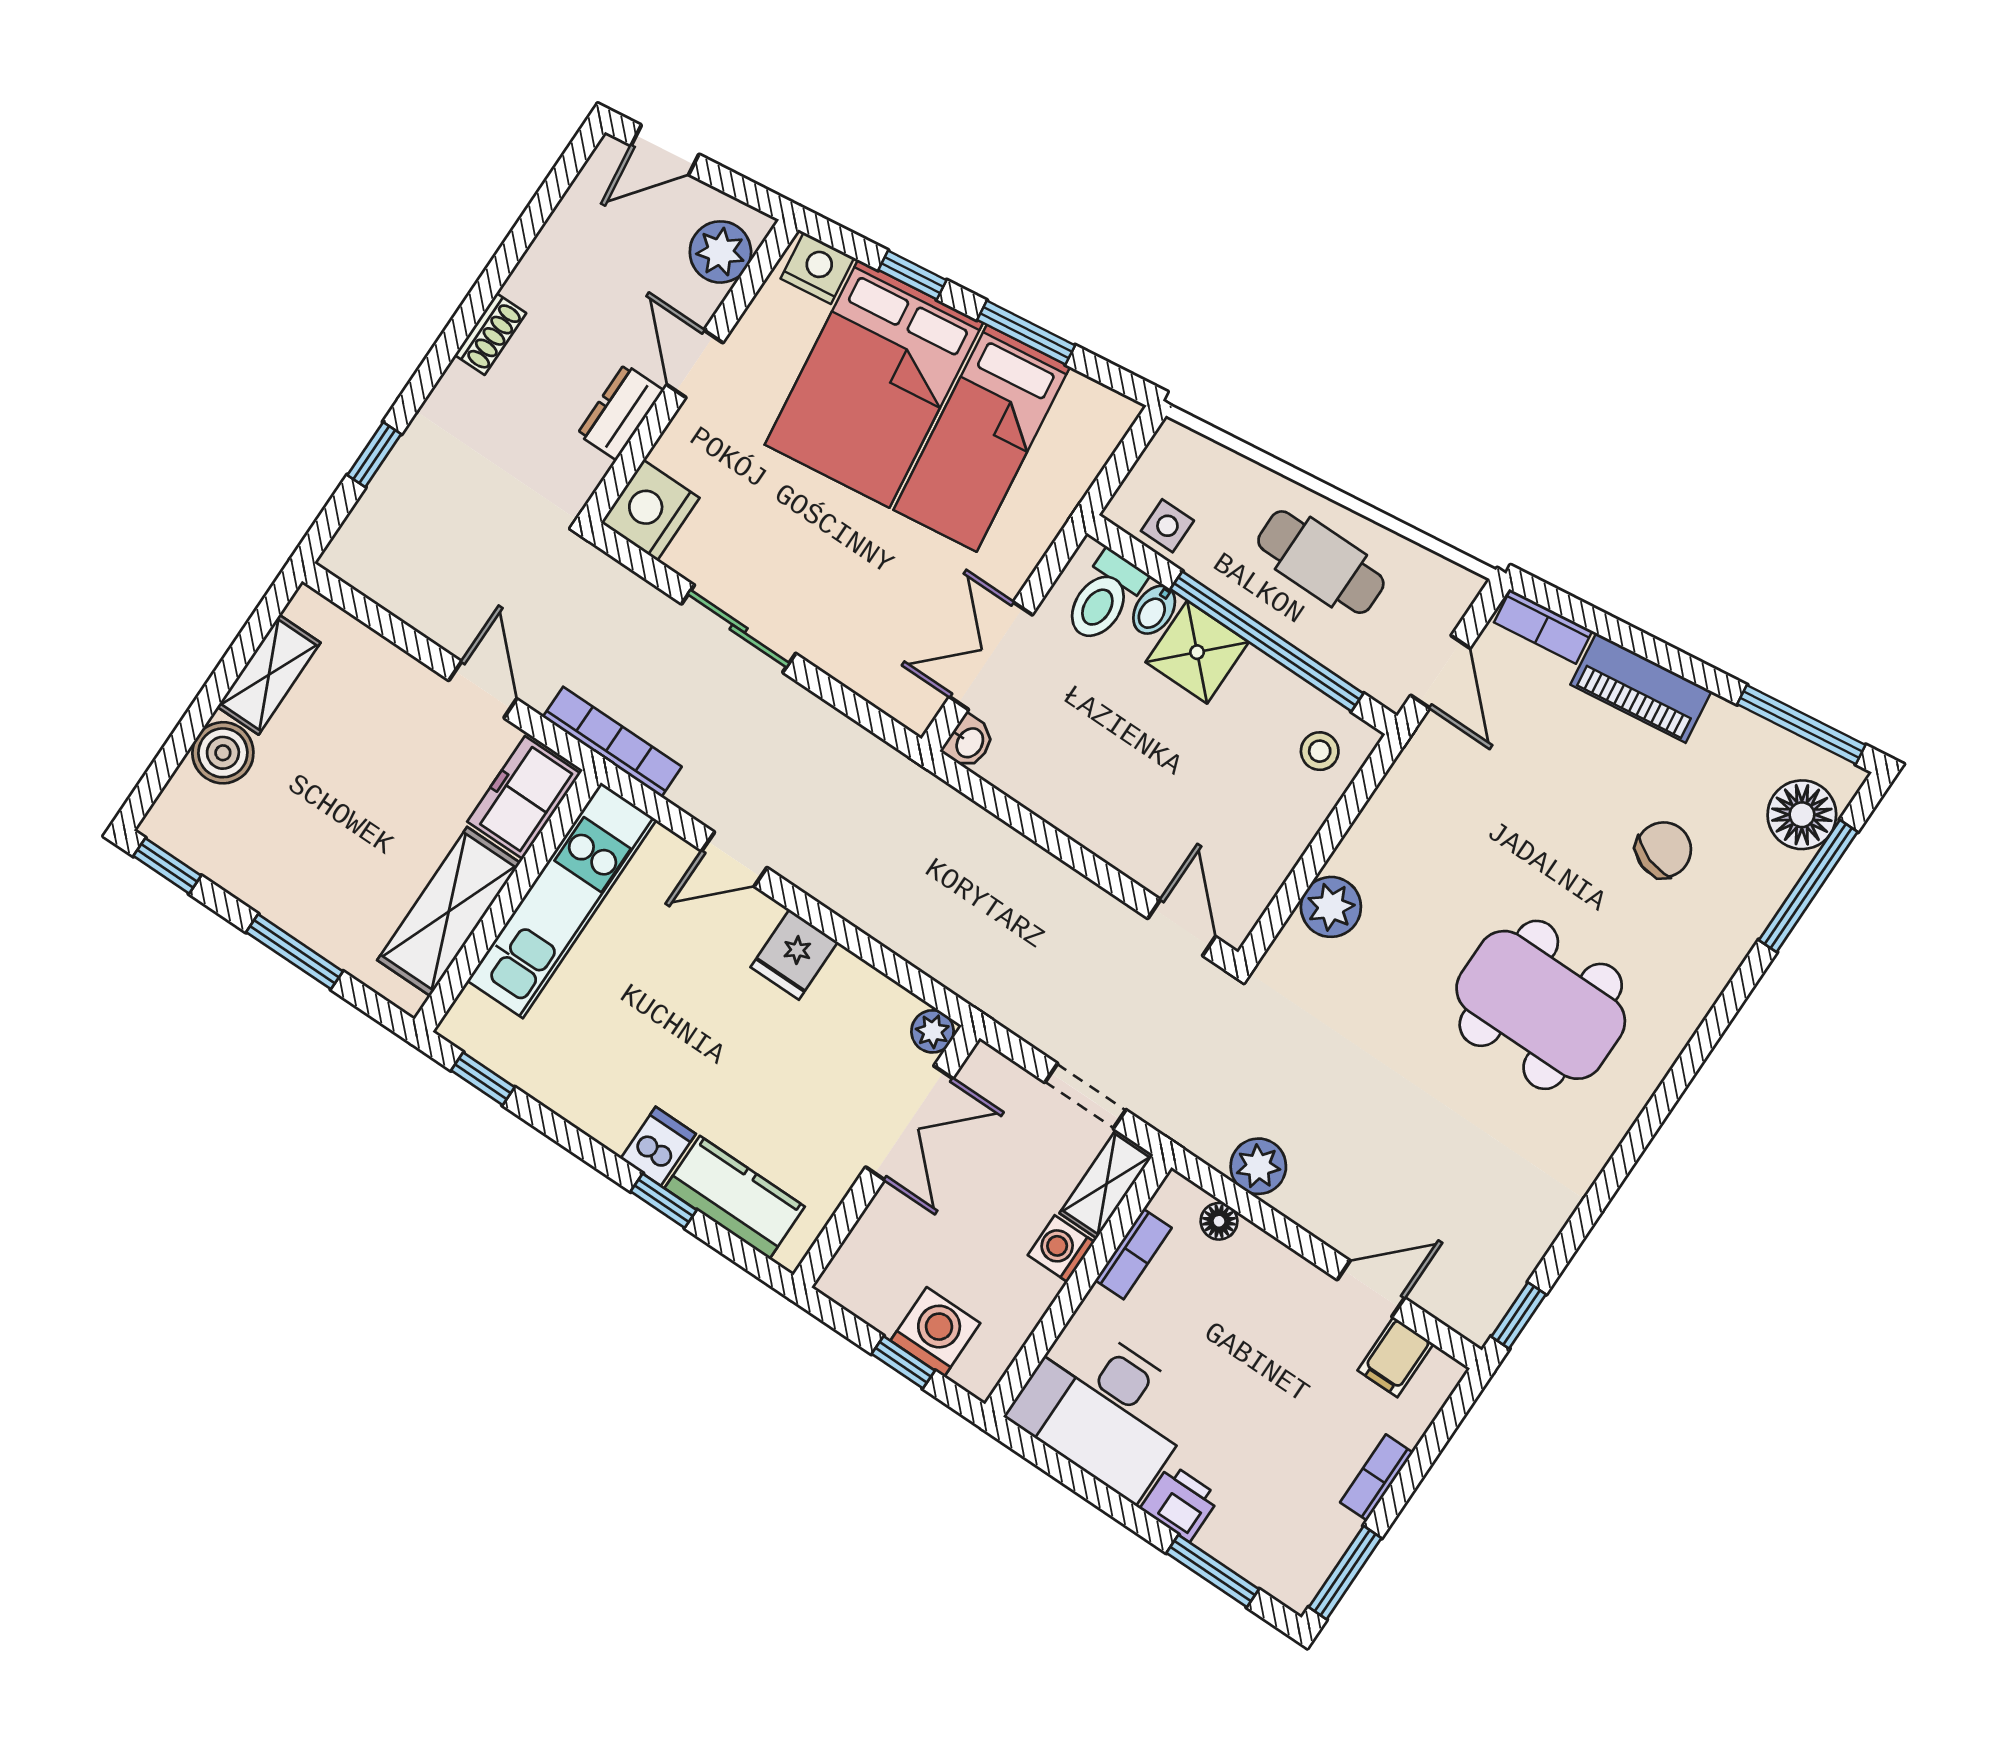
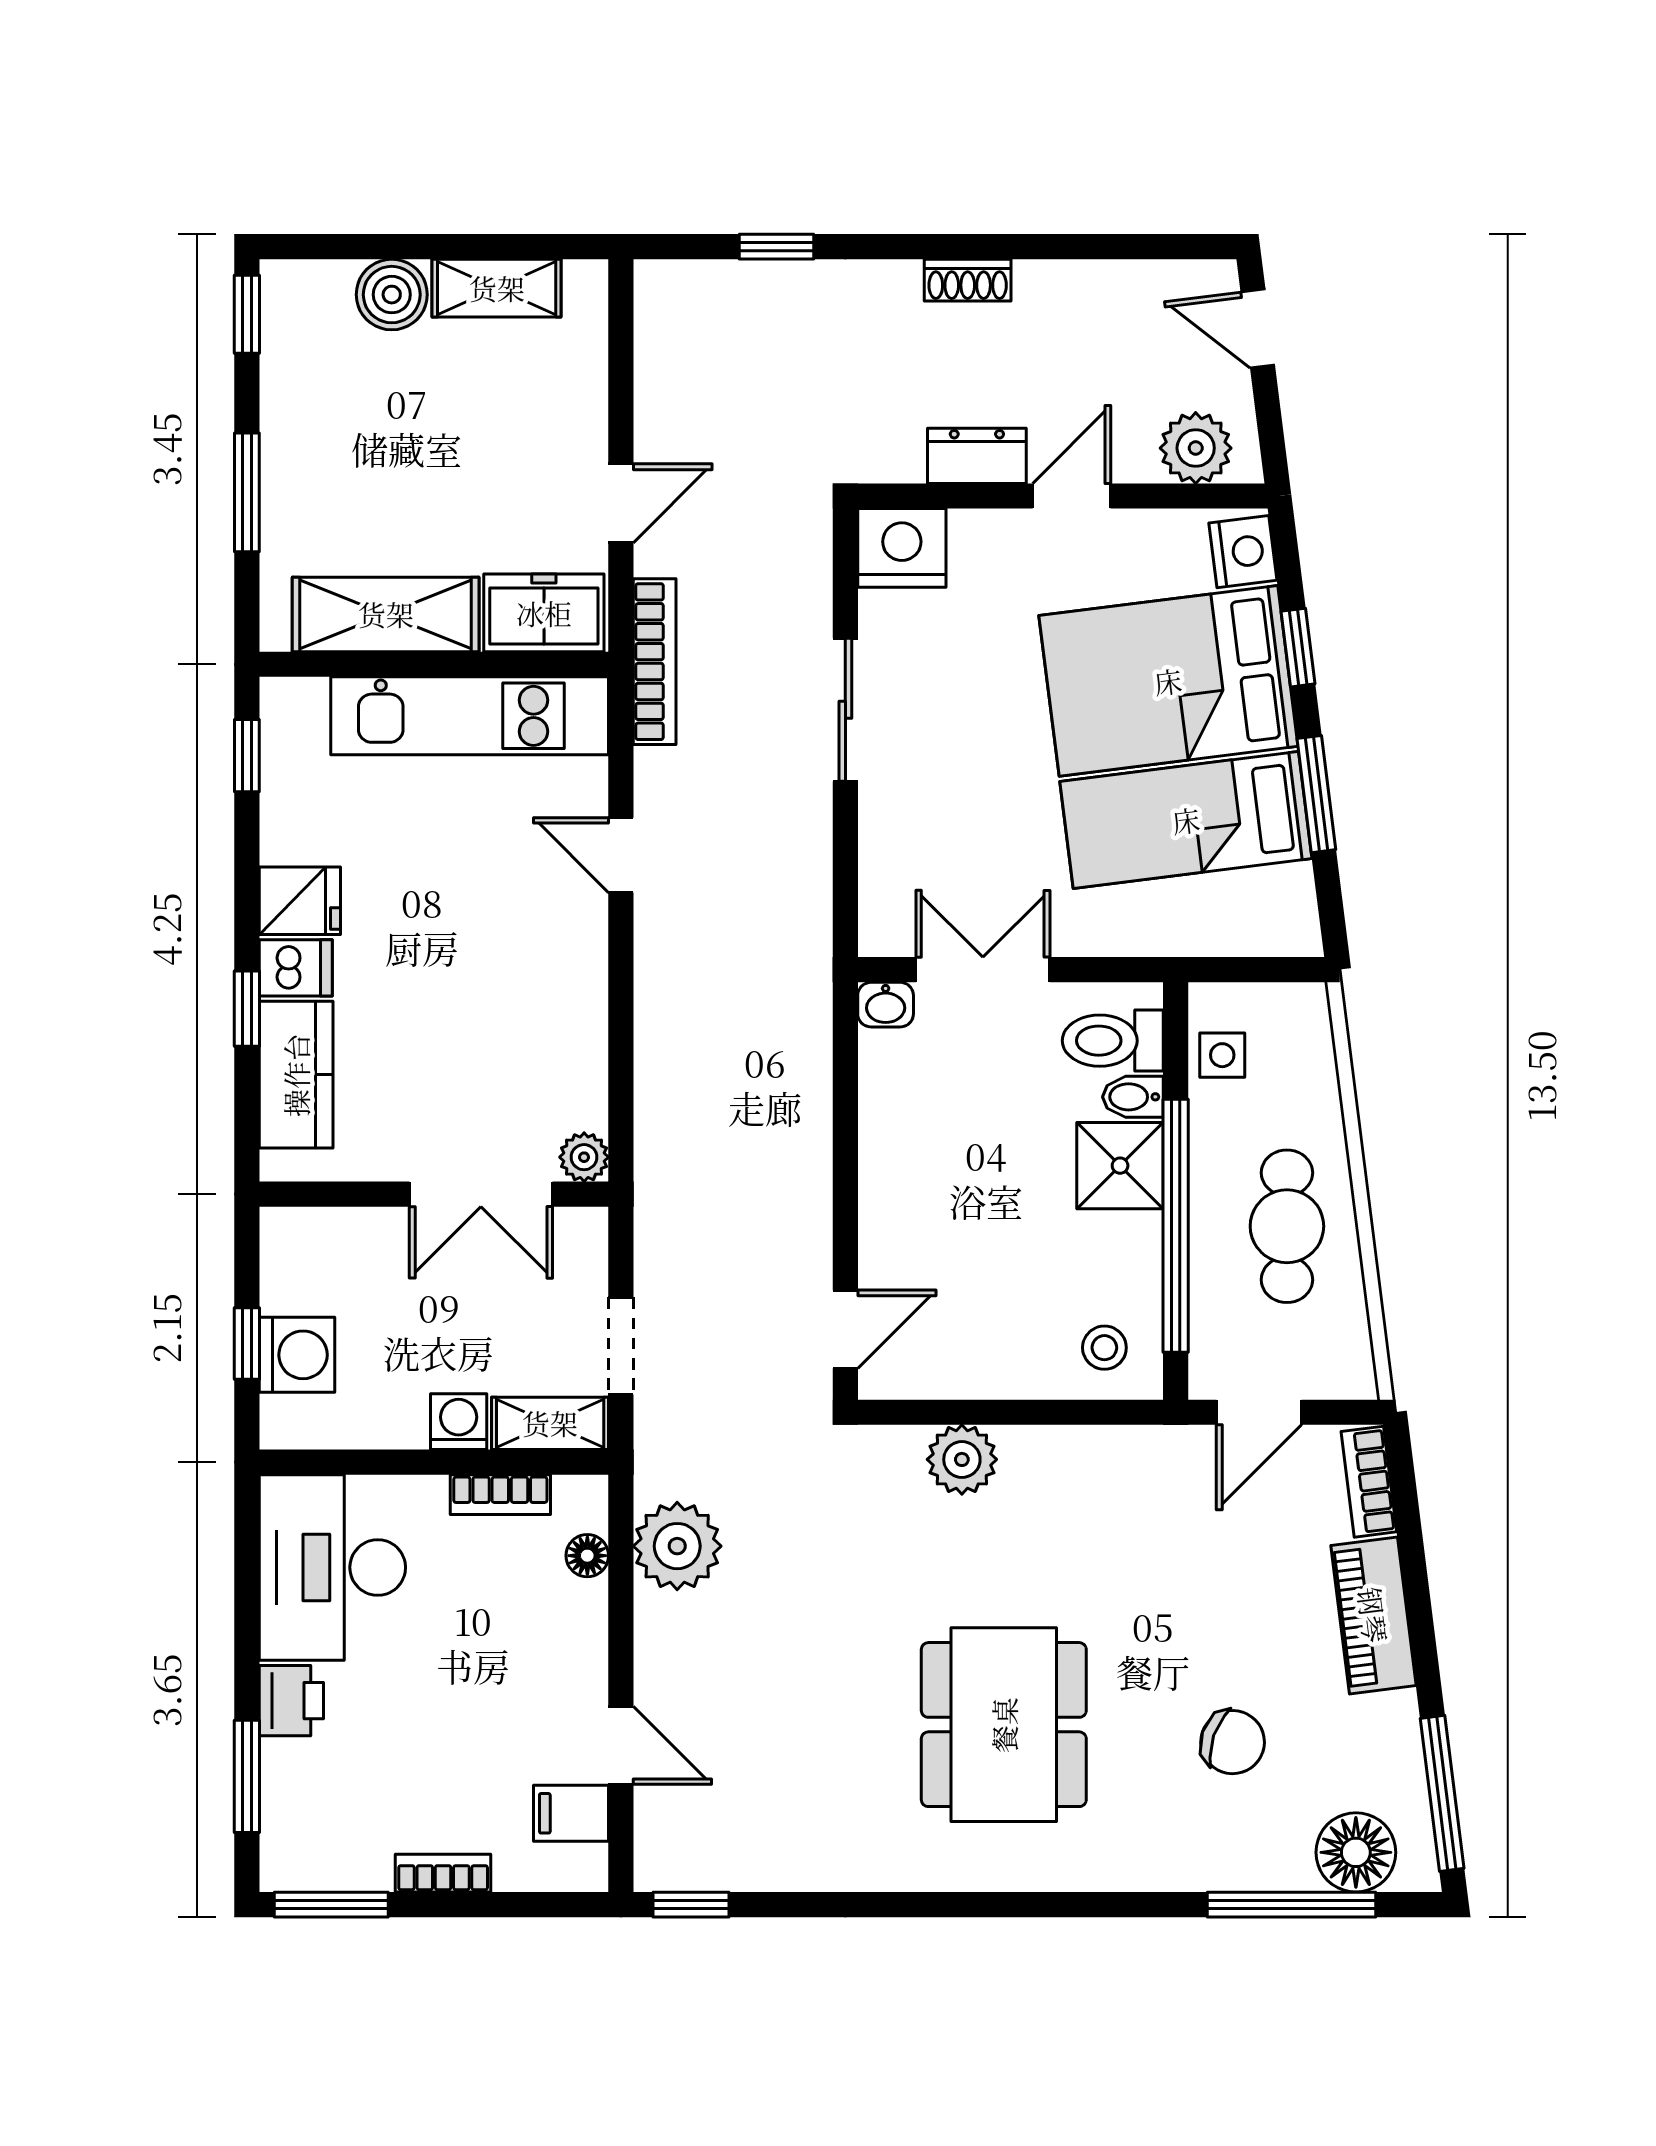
fridge: (794, 955) -> (300, 901), moved, turned 180
plant: (1258, 1166) -> (677, 1546), width x1.36, depth x1.36

